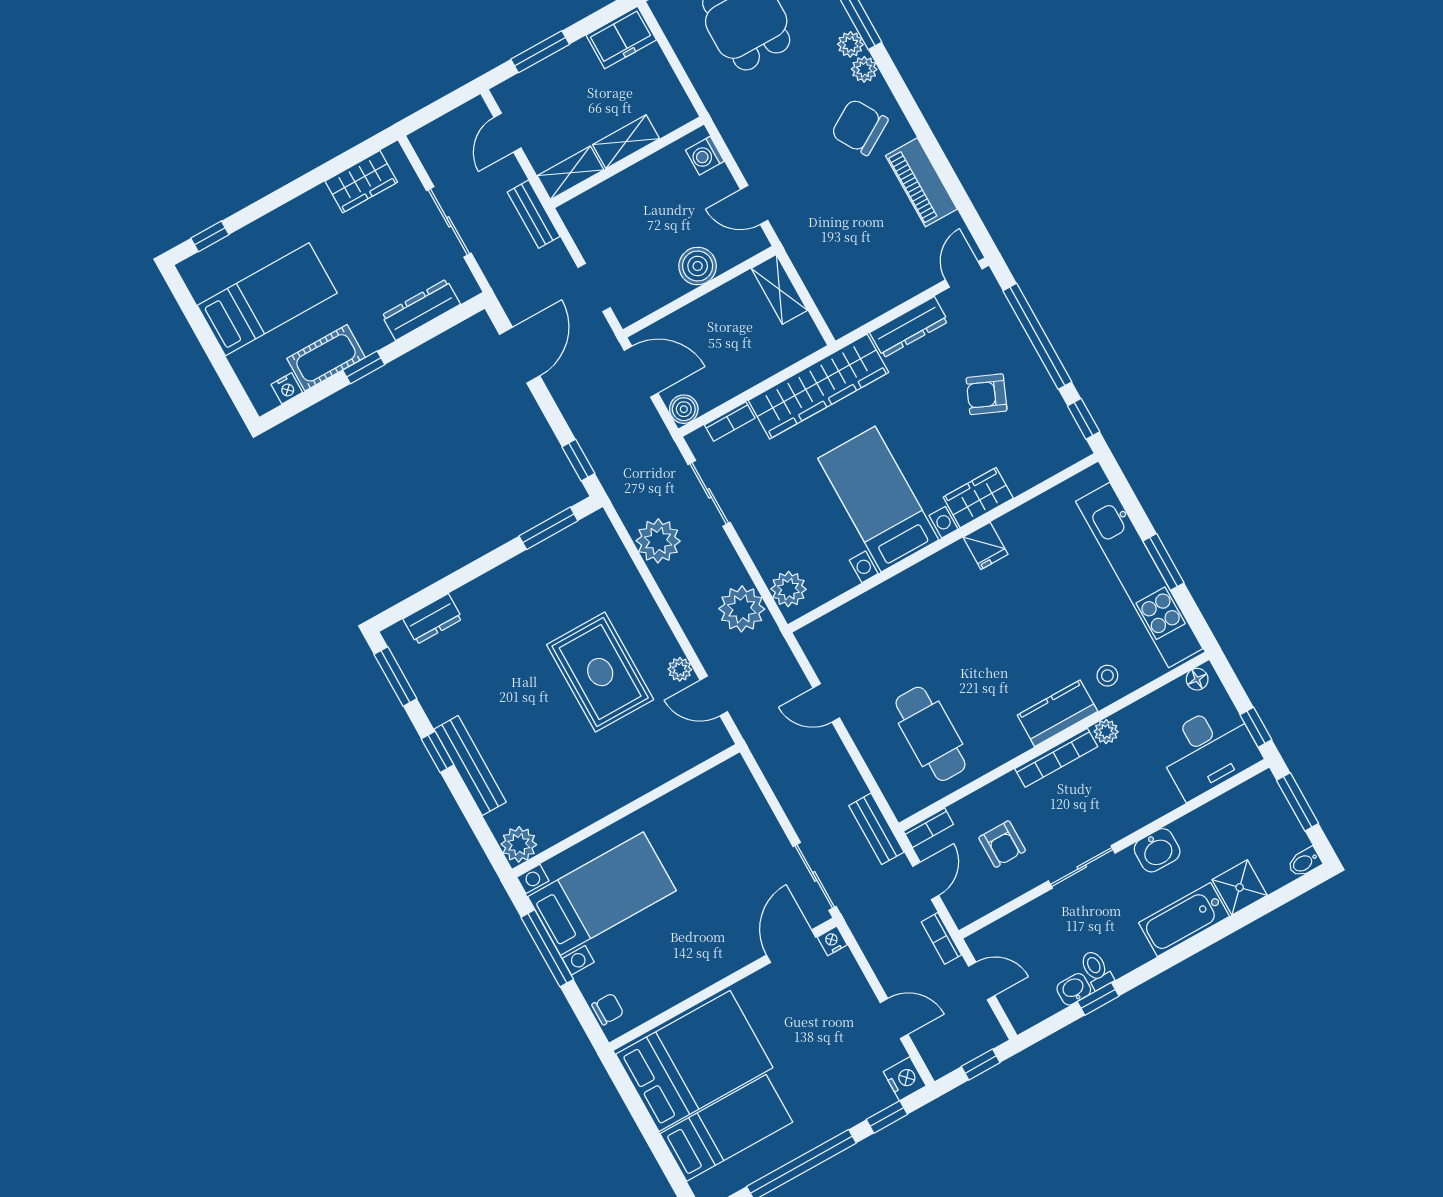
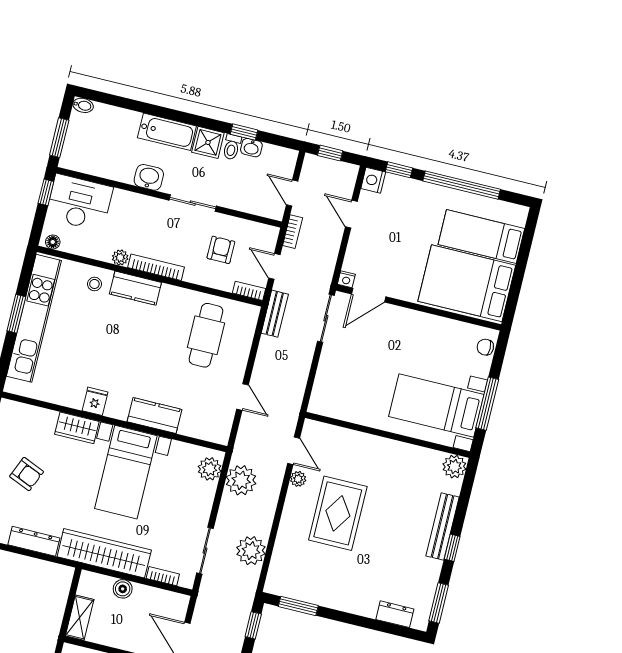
boiler: (684, 409) -> (123, 589), moved
kitchen counter: (905, 591) -> (155, 416), added
door: (926, 881) -> (274, 266), hinge flipped
shower: (1240, 887) -> (208, 142), moved

